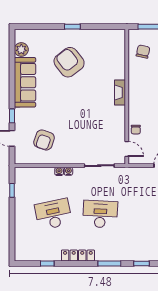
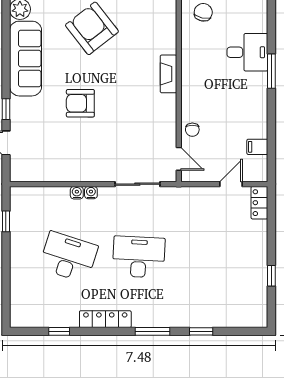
armchair: (44, 140) -> (80, 103), moved, turned 71
desk: (53, 214) -> (68, 257), turned 30

